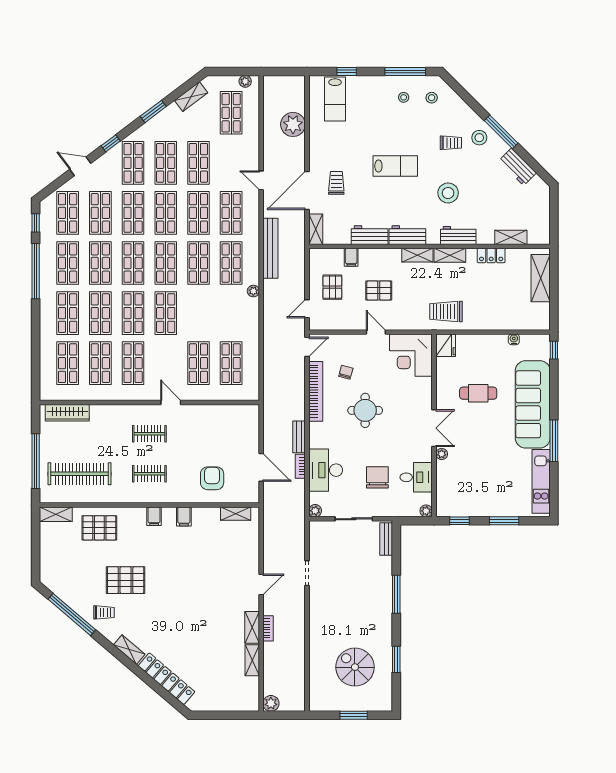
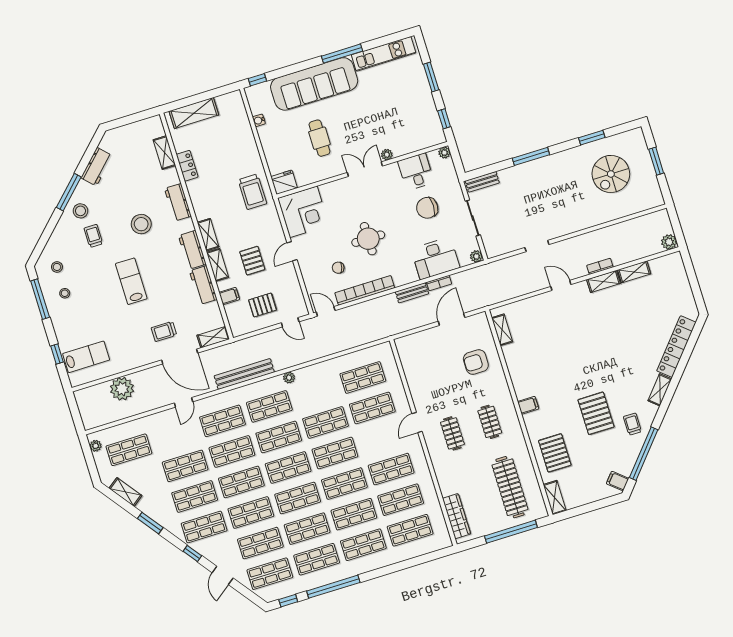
shelving: (450, 255) -> (218, 265), moved
shop shelf: (198, 313) -> (326, 422), added
filing cabinet: (184, 516) -> (618, 481), moved, turned -140

